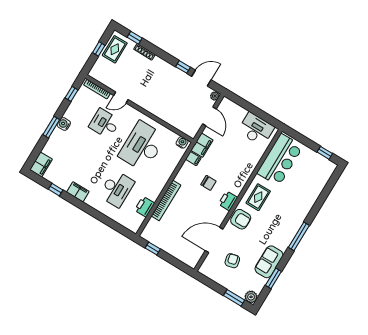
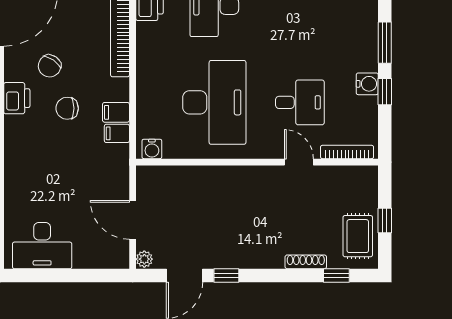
window: (71, 94) -> (385, 92), moved
door: (121, 98) -> (299, 162), hinge flipped
water cooler: (64, 124) -> (367, 84), moved
filing cabinet: (202, 145) -> (116, 112), moved, width x0.50
chair: (205, 206) -> (50, 66), added

